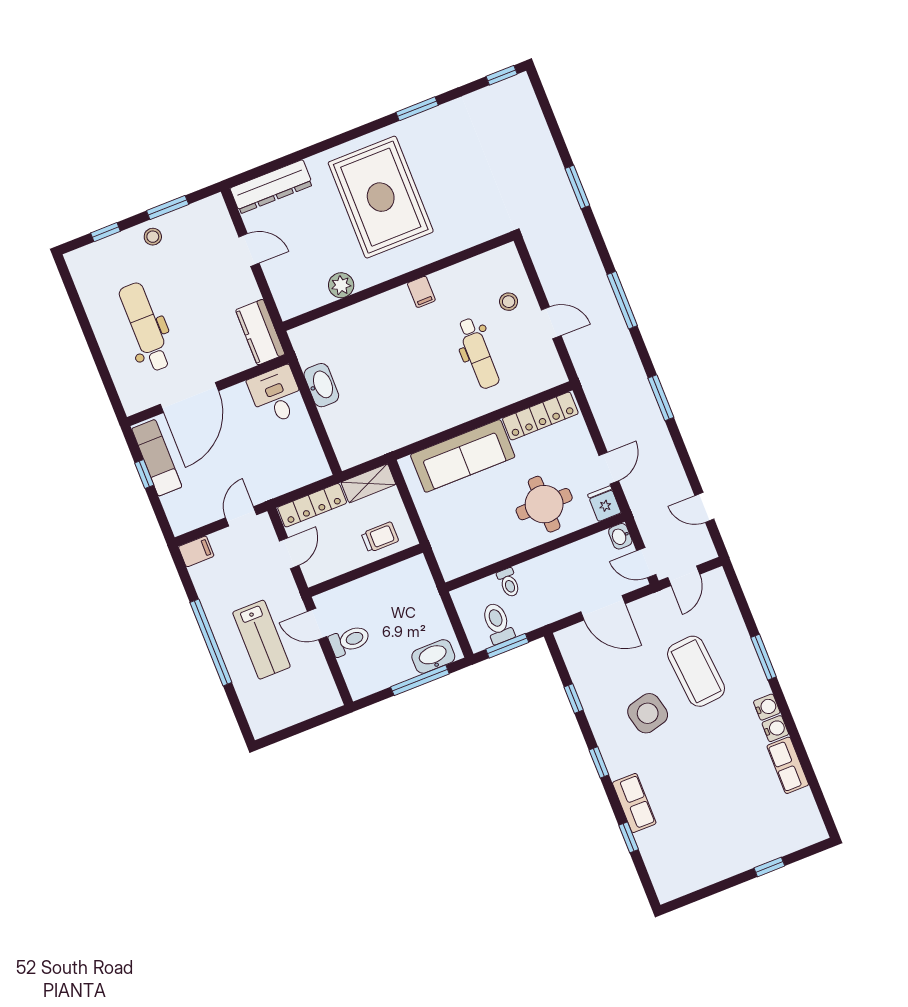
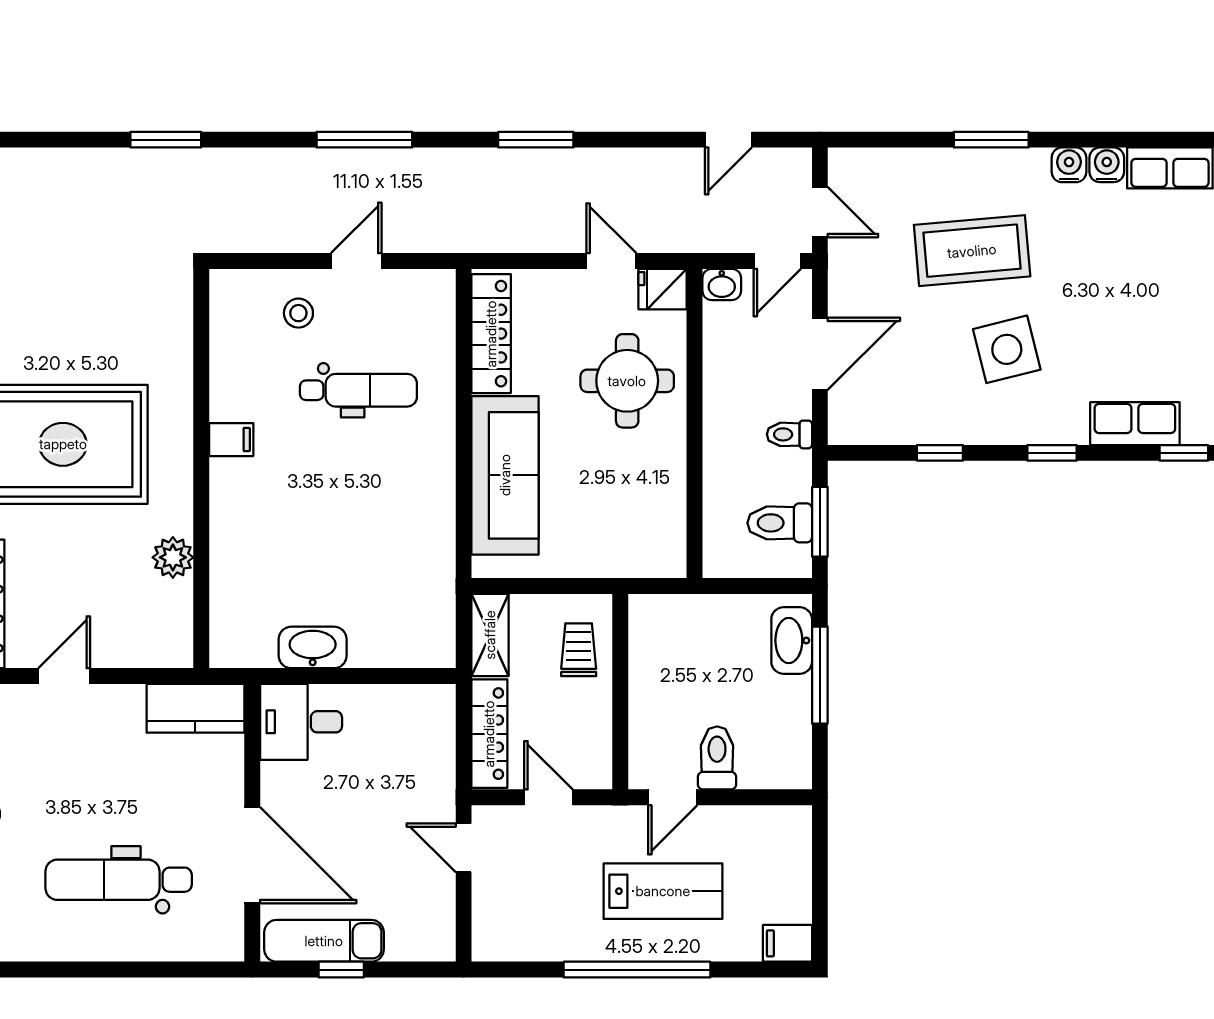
filing cabinet: (196, 551) -> (787, 943), moved, turned -90
toilet: (509, 583) -> (789, 434), moved, turned 180

